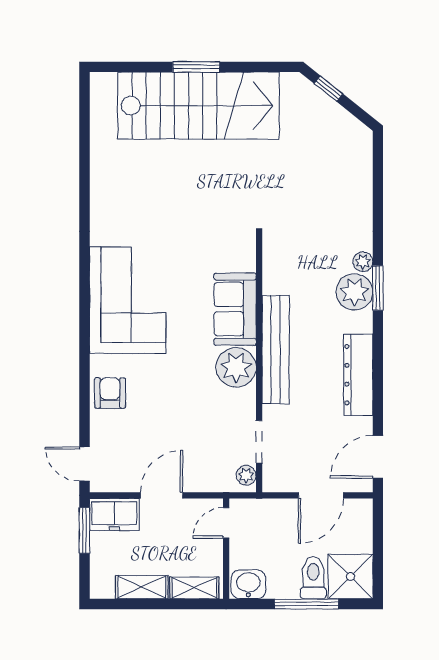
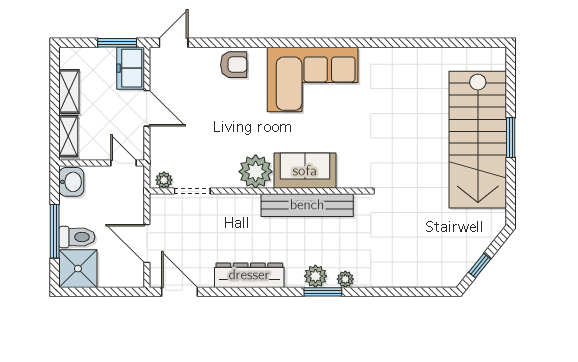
window: (328, 89) -> (480, 266), moved
plant: (354, 292) -> (315, 276), width x0.73, depth x0.73
bench: (276, 350) -> (307, 205), moved

